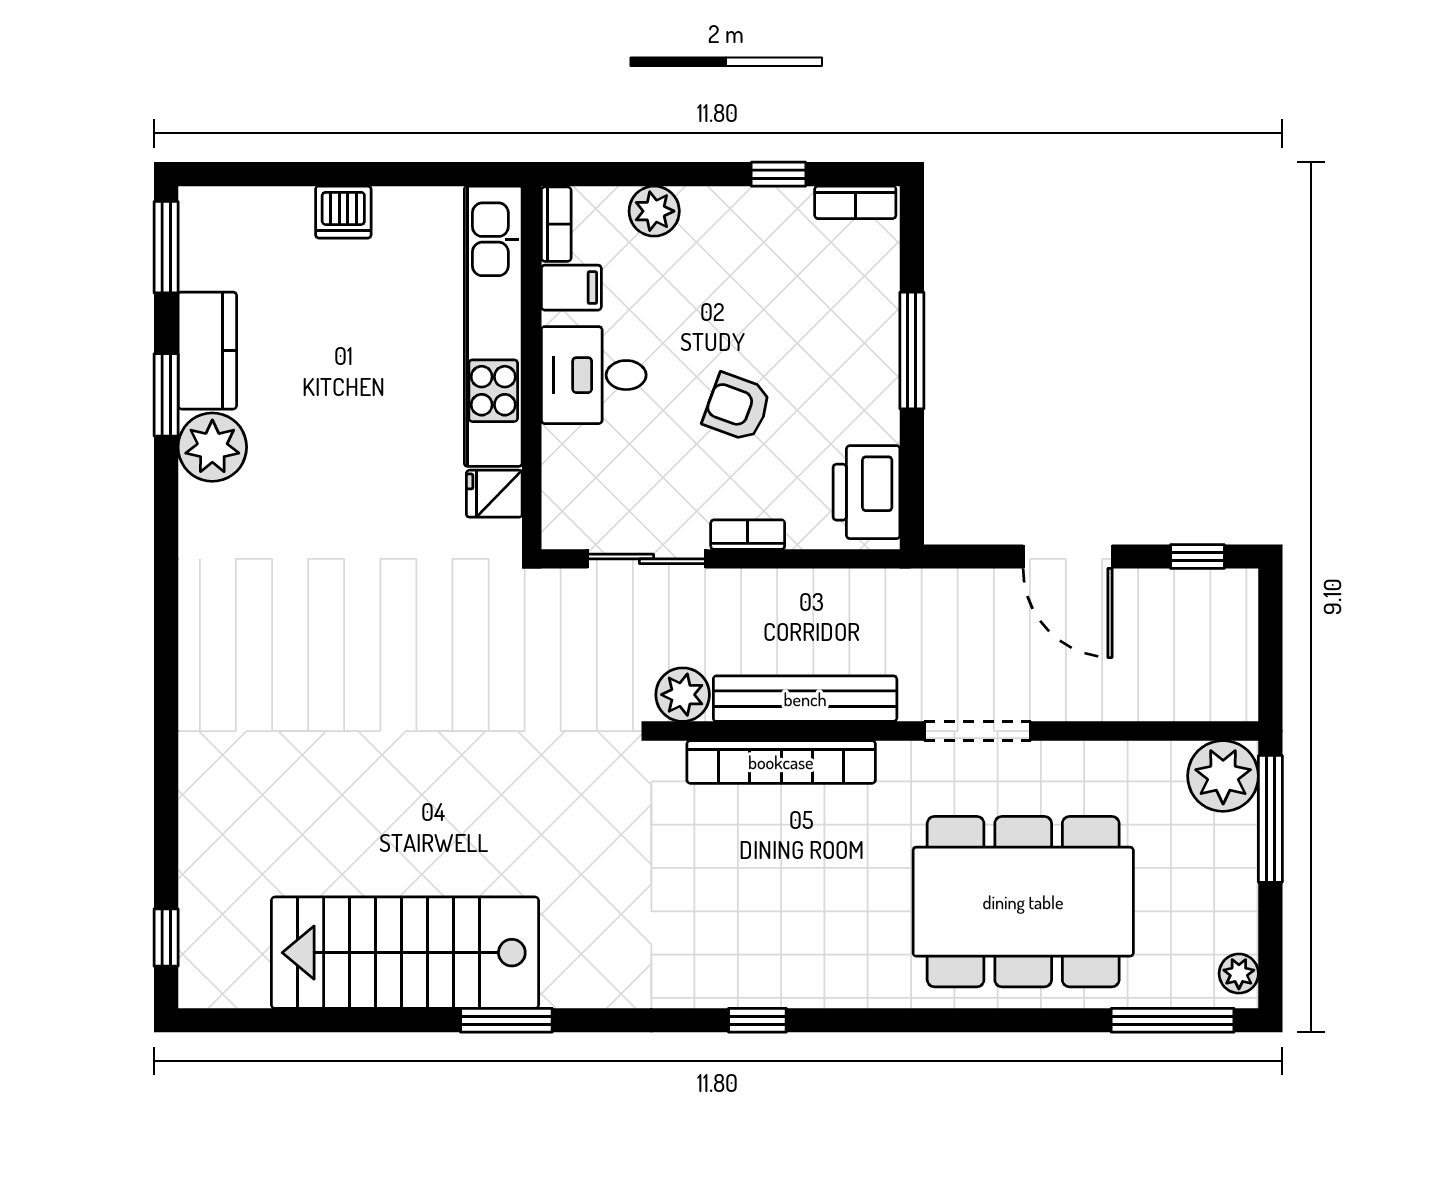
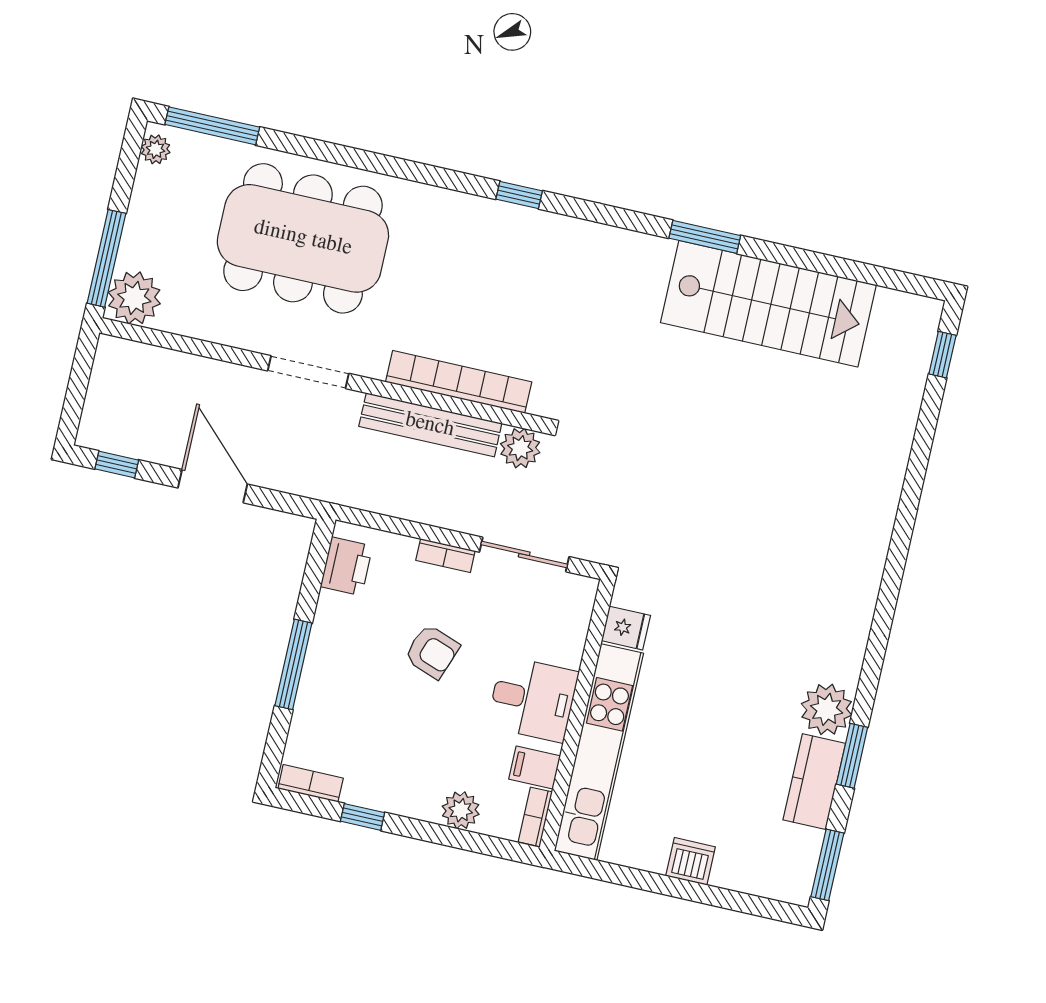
printer: (866, 492) -> (347, 566), width x0.73, depth x0.84

